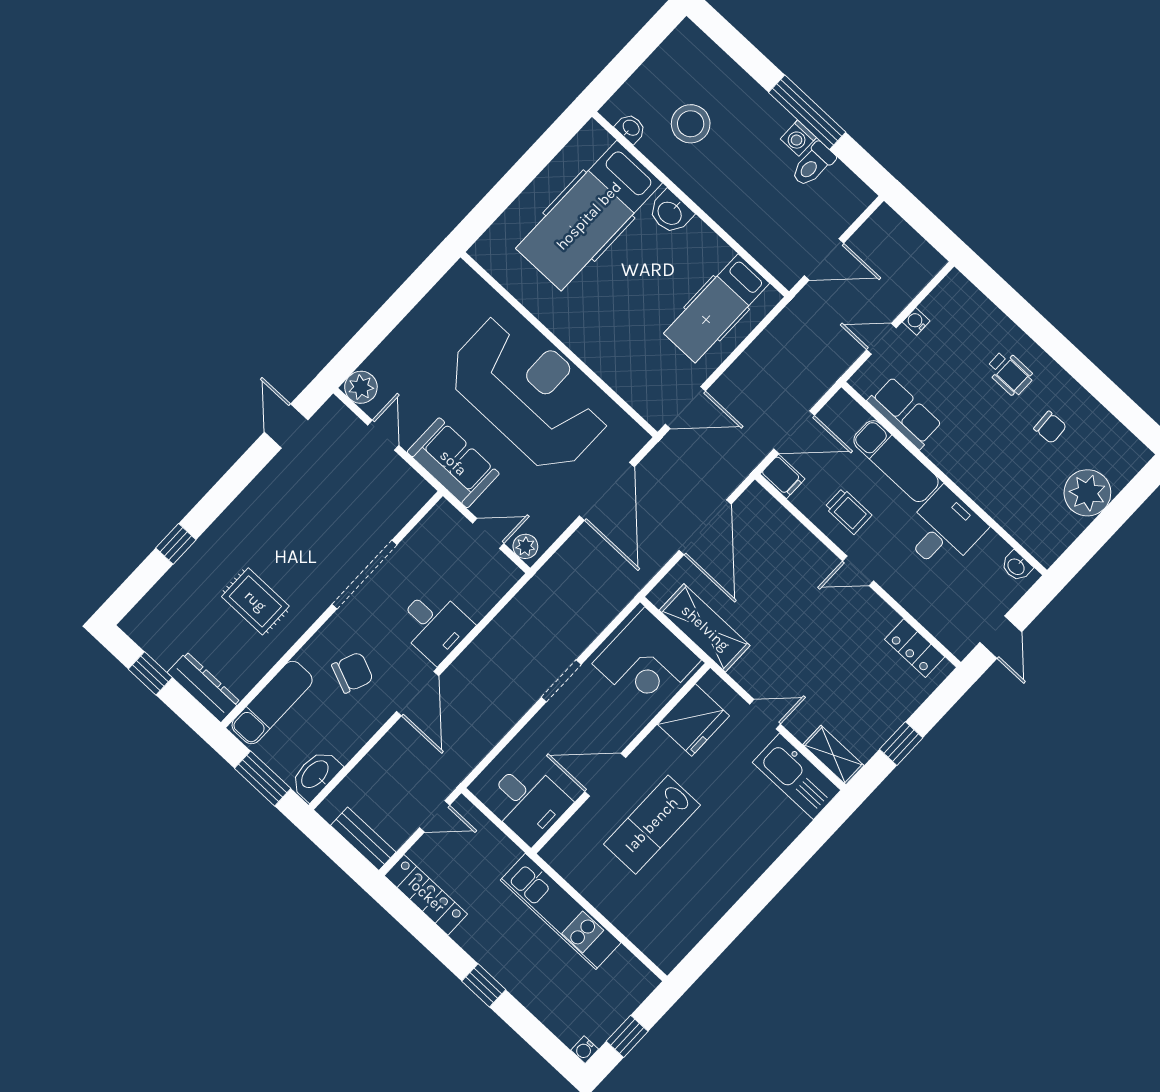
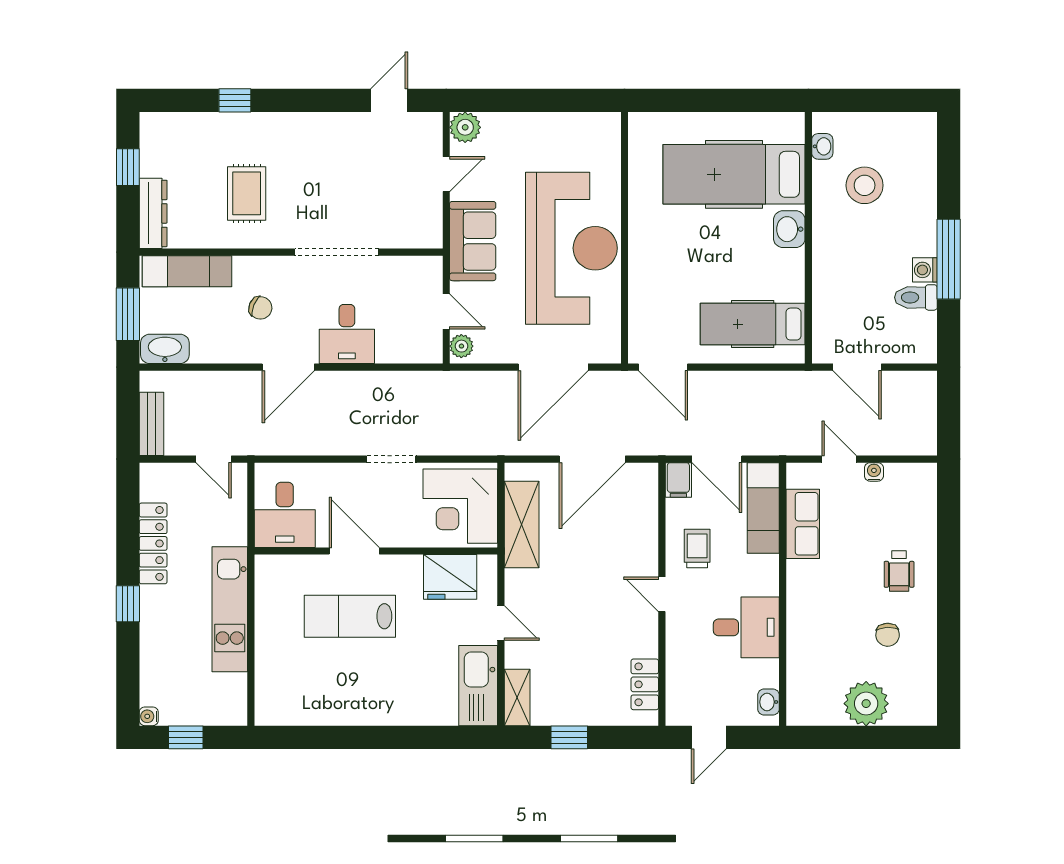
exam couch: (896, 461) -> (763, 508), moved
trolley: (848, 511) -> (697, 549), turned 180
chair: (353, 673) -> (260, 308), width x0.73, depth x0.73
locker: (426, 895) -> (153, 543), moved

